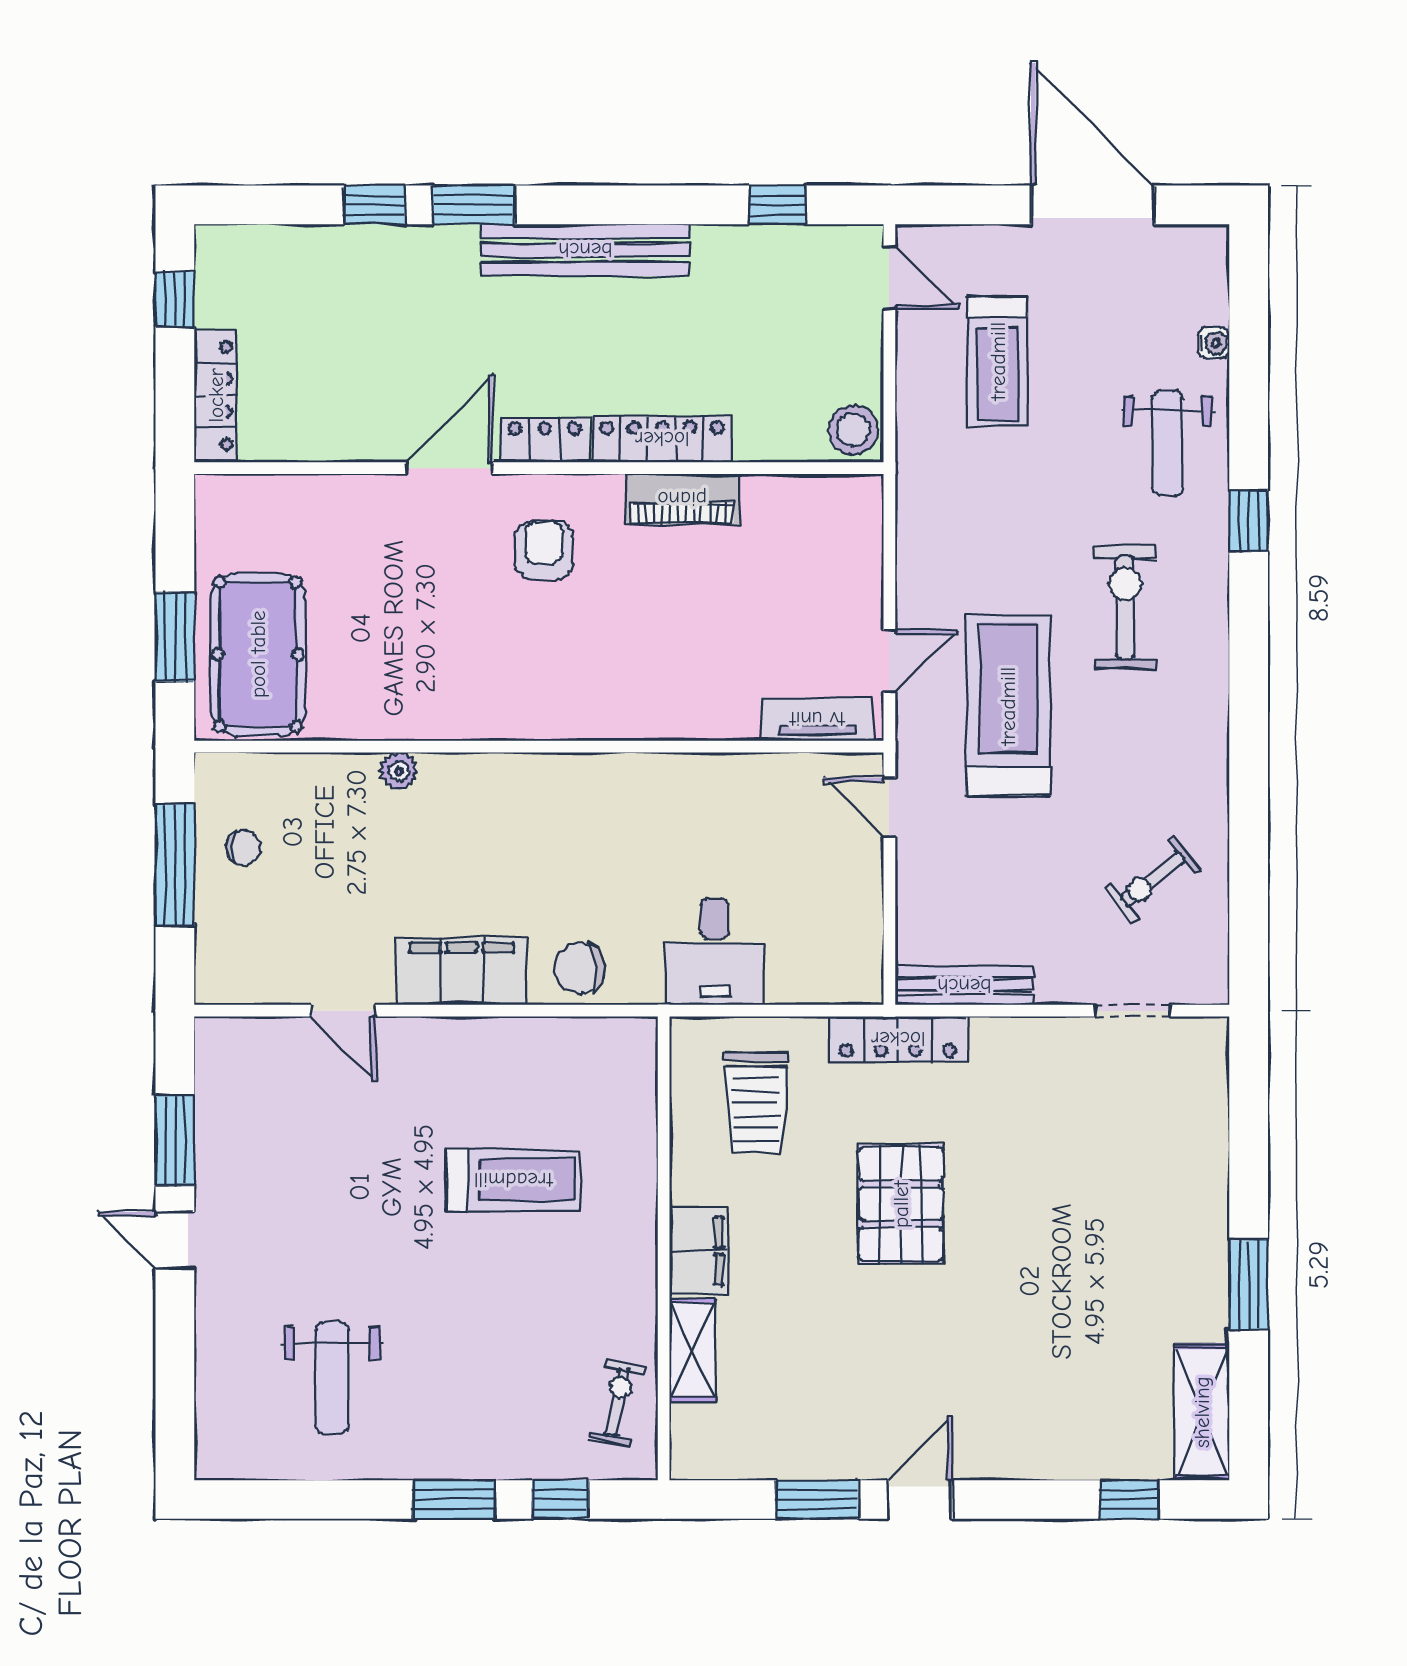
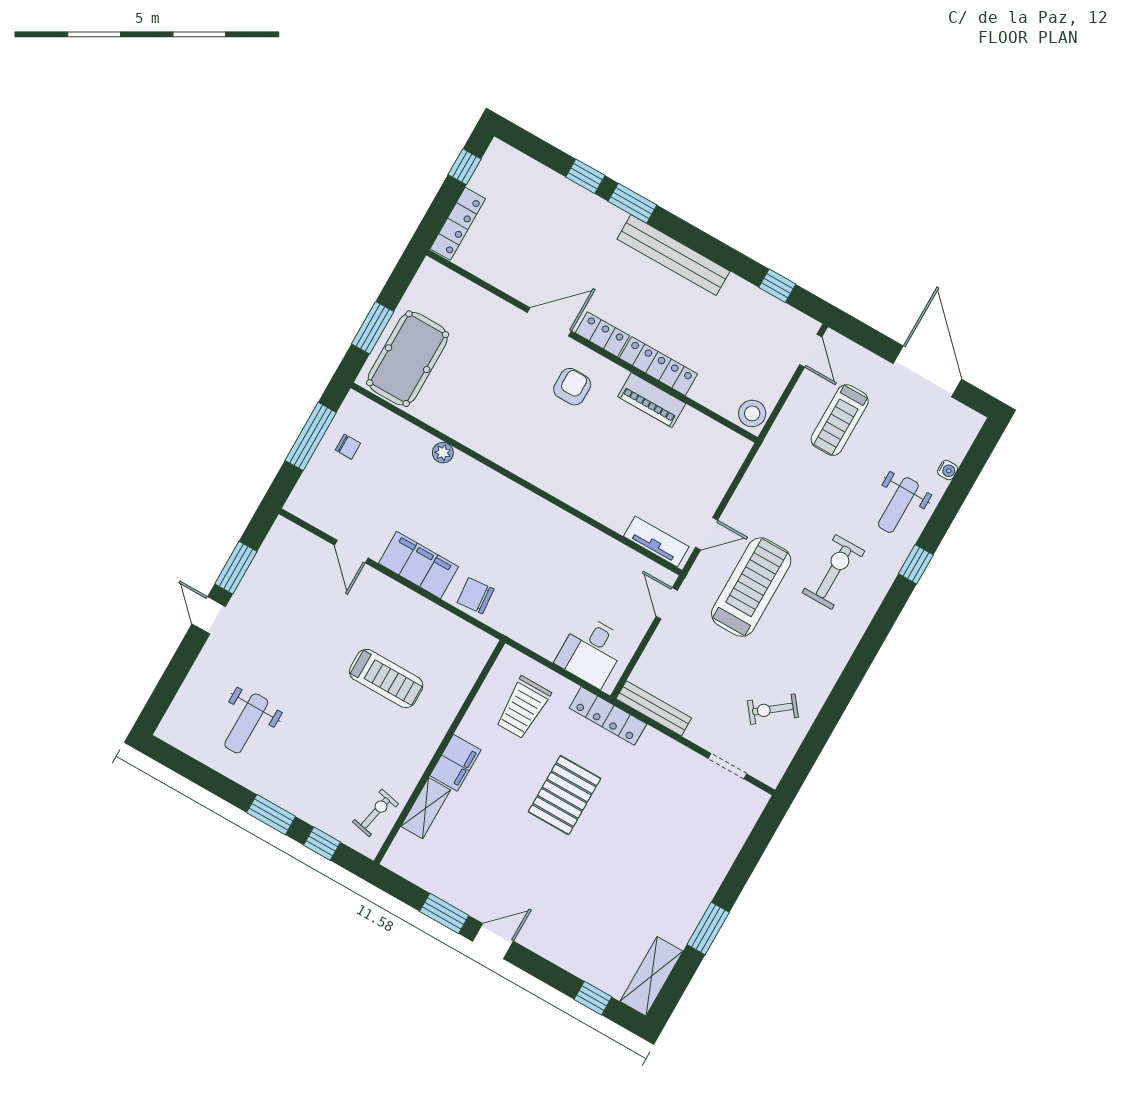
desk: (715, 952) -> (591, 651), moved

